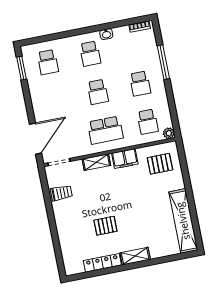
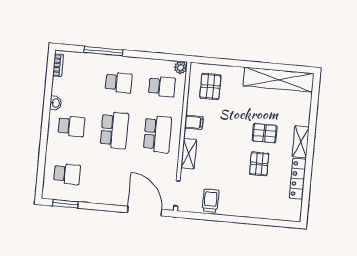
school desk: (98, 92) -> (114, 130), width x1.85
filing cabinet: (125, 159) -> (194, 122), width x0.50
pallet: (133, 223) -> (265, 133), added

